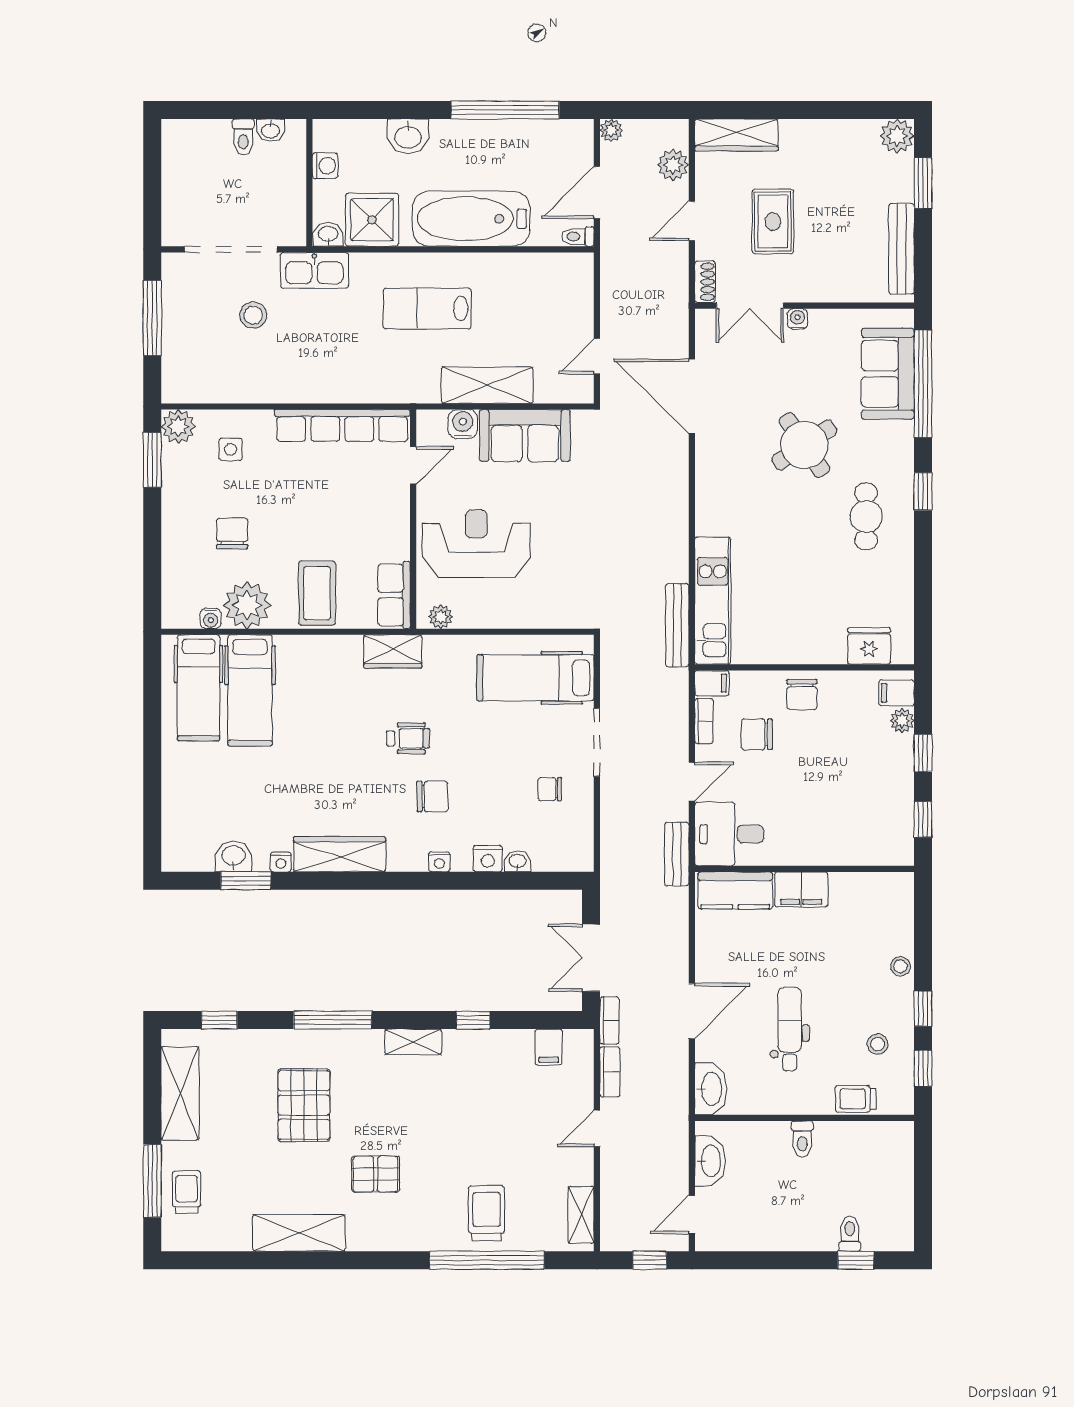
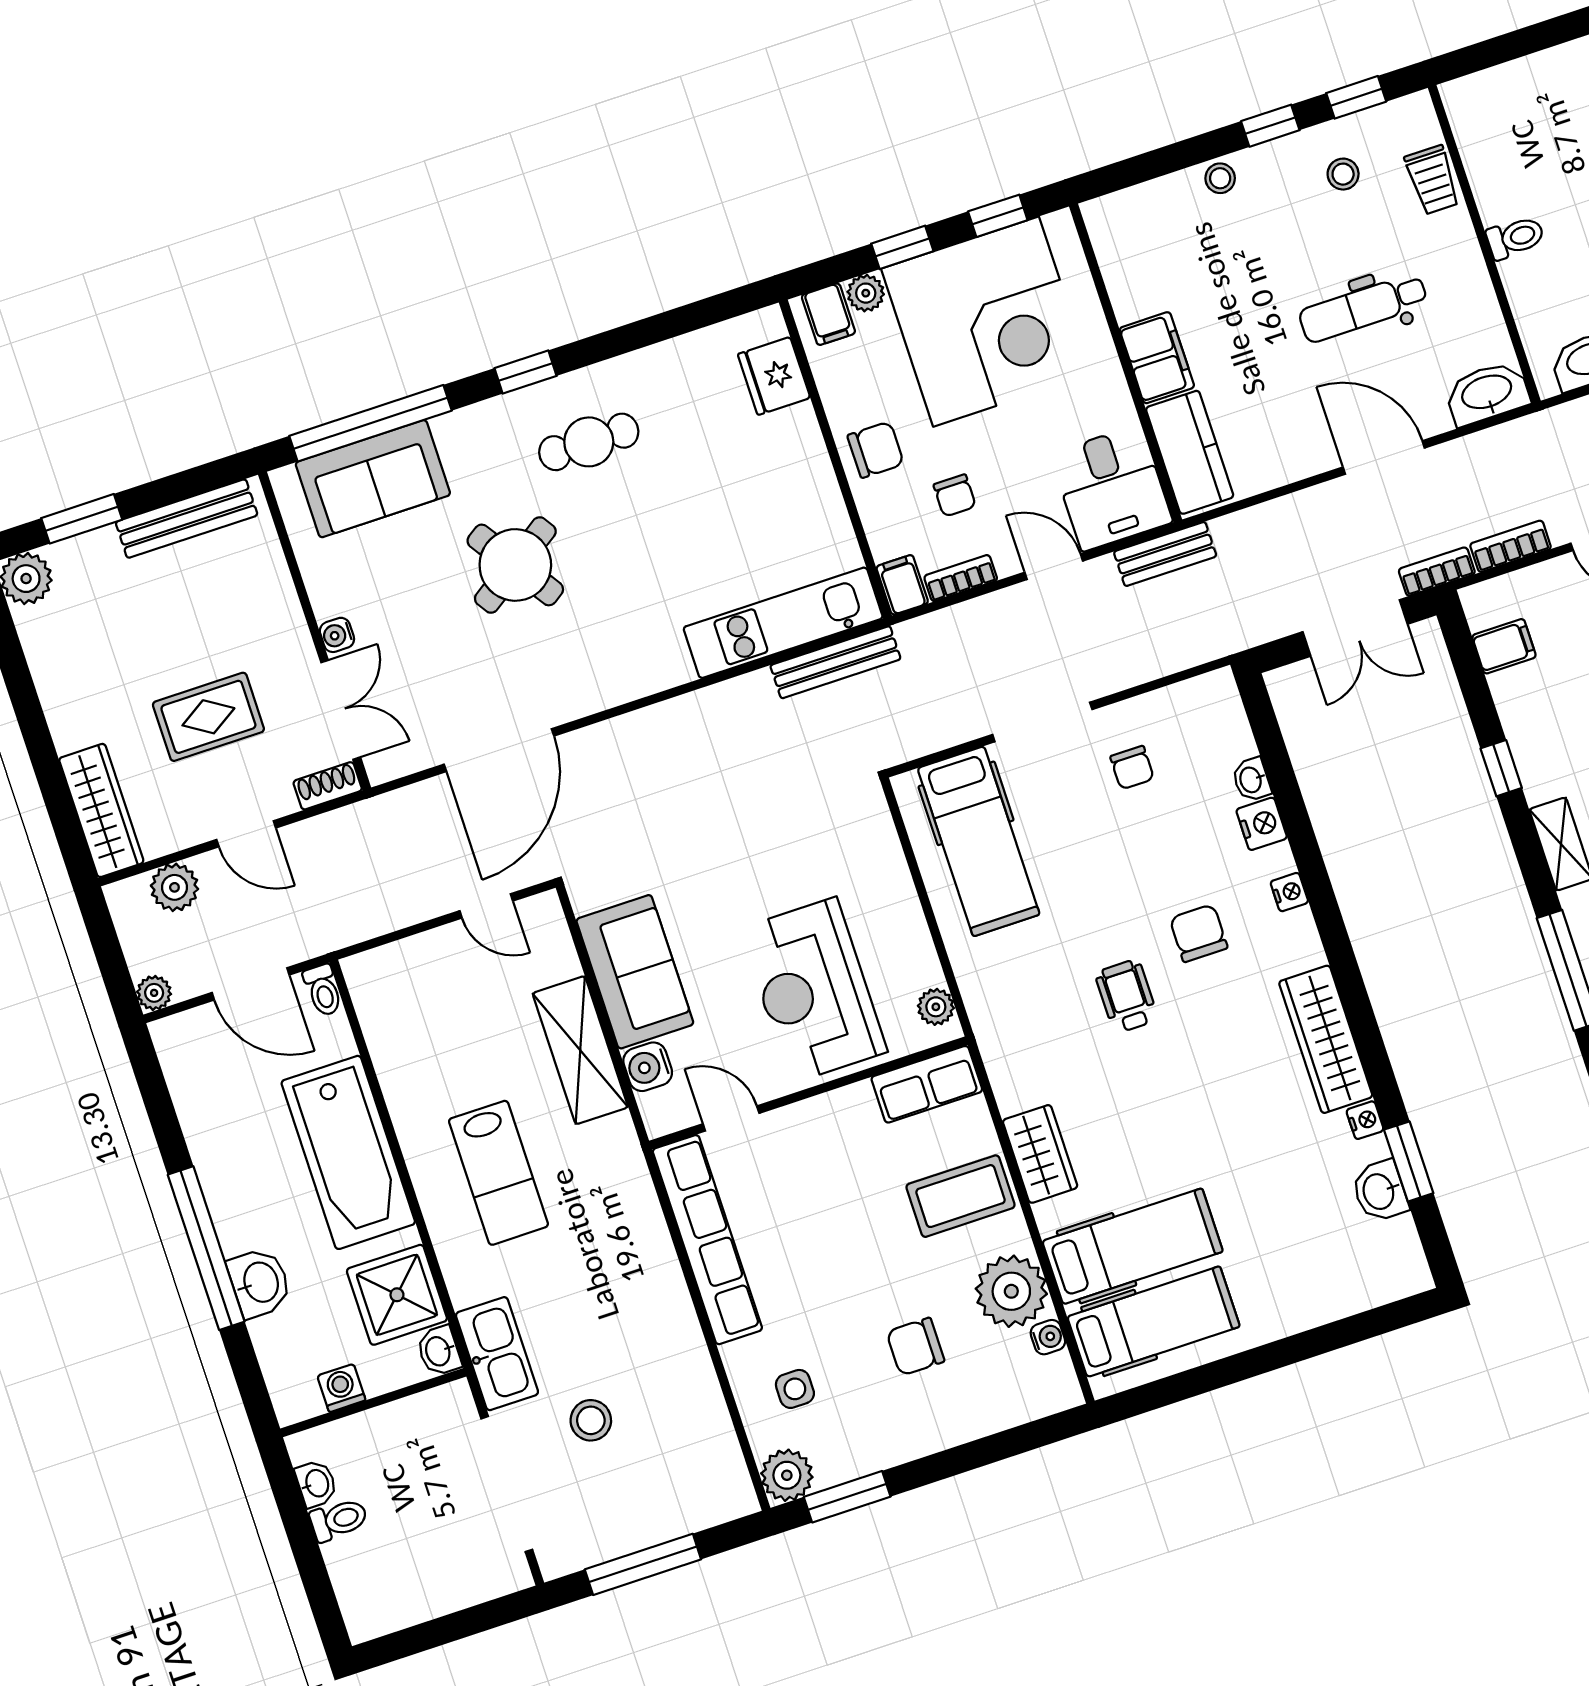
window: (505, 110) -> (206, 1248), moved
wardrobe: (393, 652) -> (1040, 1154), moved
chair: (757, 734) -> (955, 495), width x0.73, depth x0.73
corner desk: (859, 790) -> (986, 322), added

